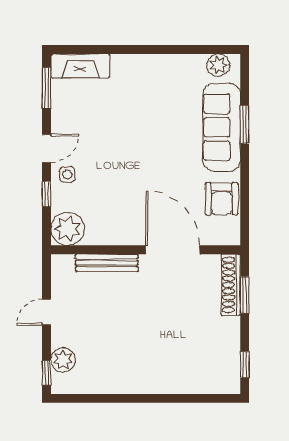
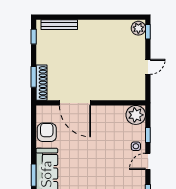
bench: (107, 263) -> (59, 25), moved
plant: (63, 360) -> (138, 28), moved

